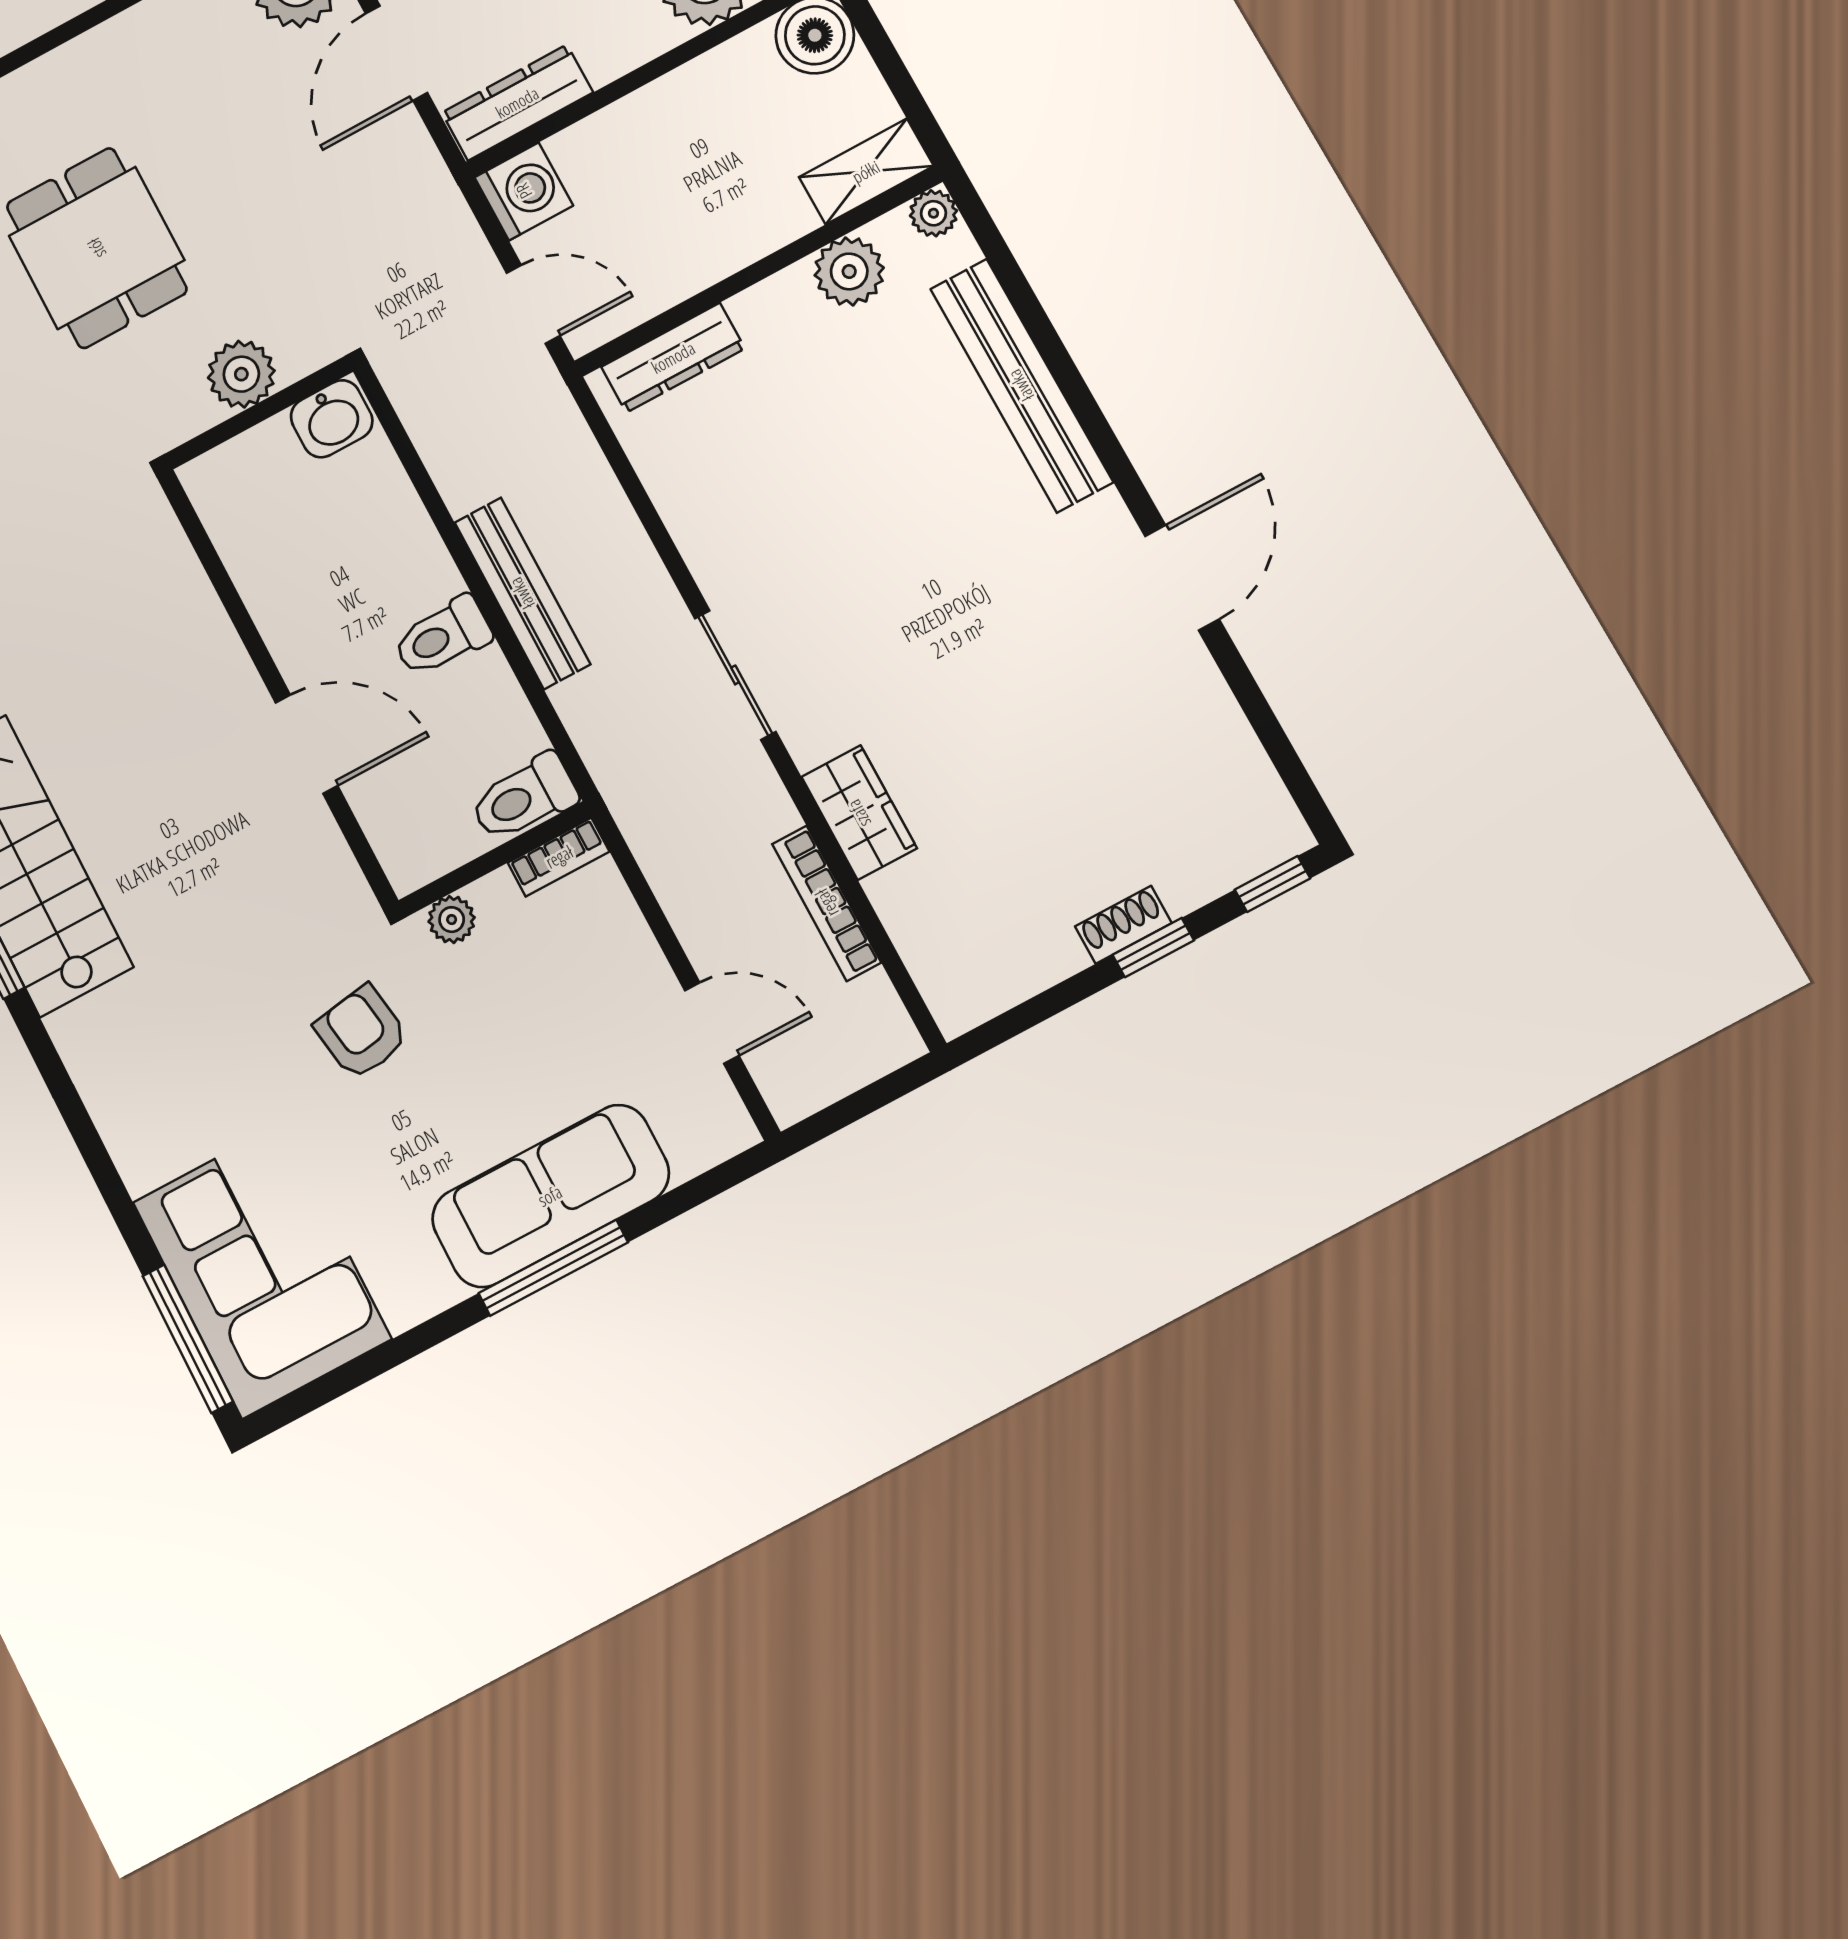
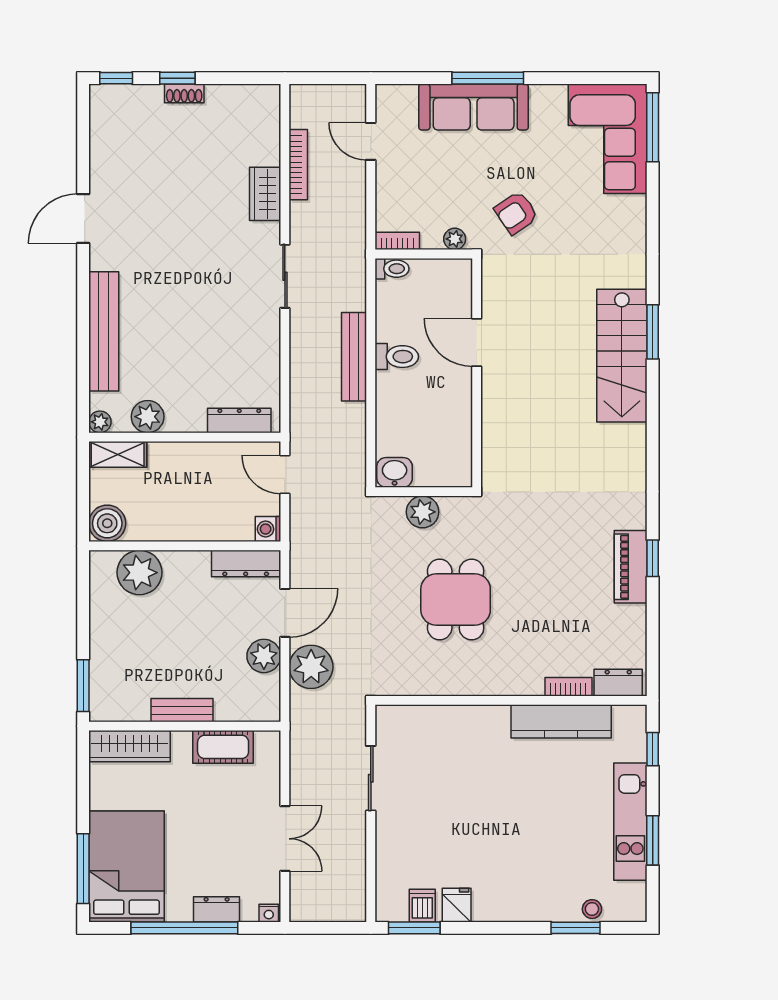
washing machine: (524, 191) -> (268, 529), width x0.73, depth x0.73
toilet: (524, 798) -> (392, 269), width x0.73, depth x0.72
armchair: (361, 1032) -> (516, 213), turned 65

